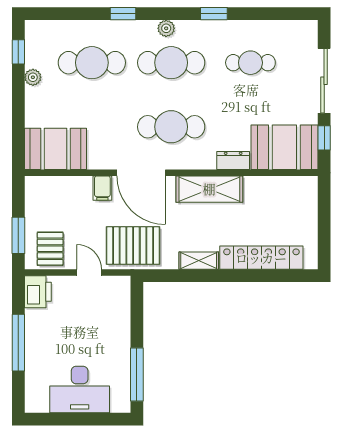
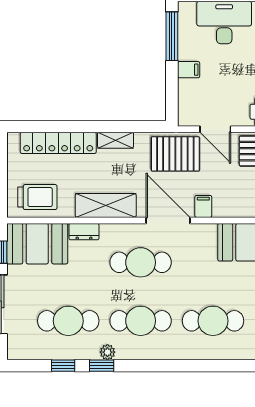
window: (123, 14) -> (63, 366), moved
plant: (166, 28) -> (107, 352), moved
cafe table: (250, 63) -> (68, 321), width x1.37, depth x1.35
trolley: (284, 198) -> (37, 197), added
door: (89, 273) -> (215, 129), width x1.38
filing cabinet: (119, 338) -> (189, 70), added

